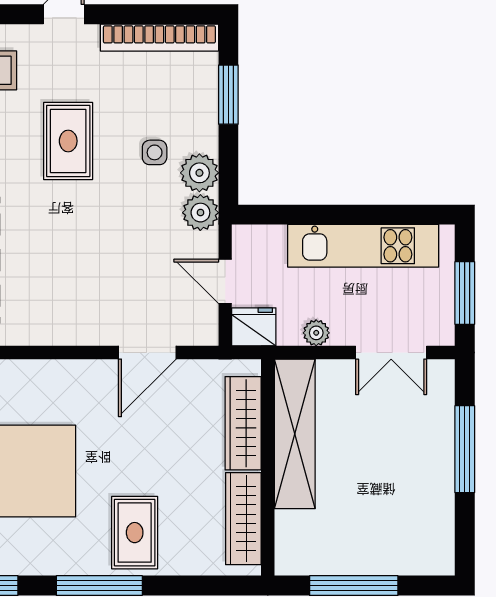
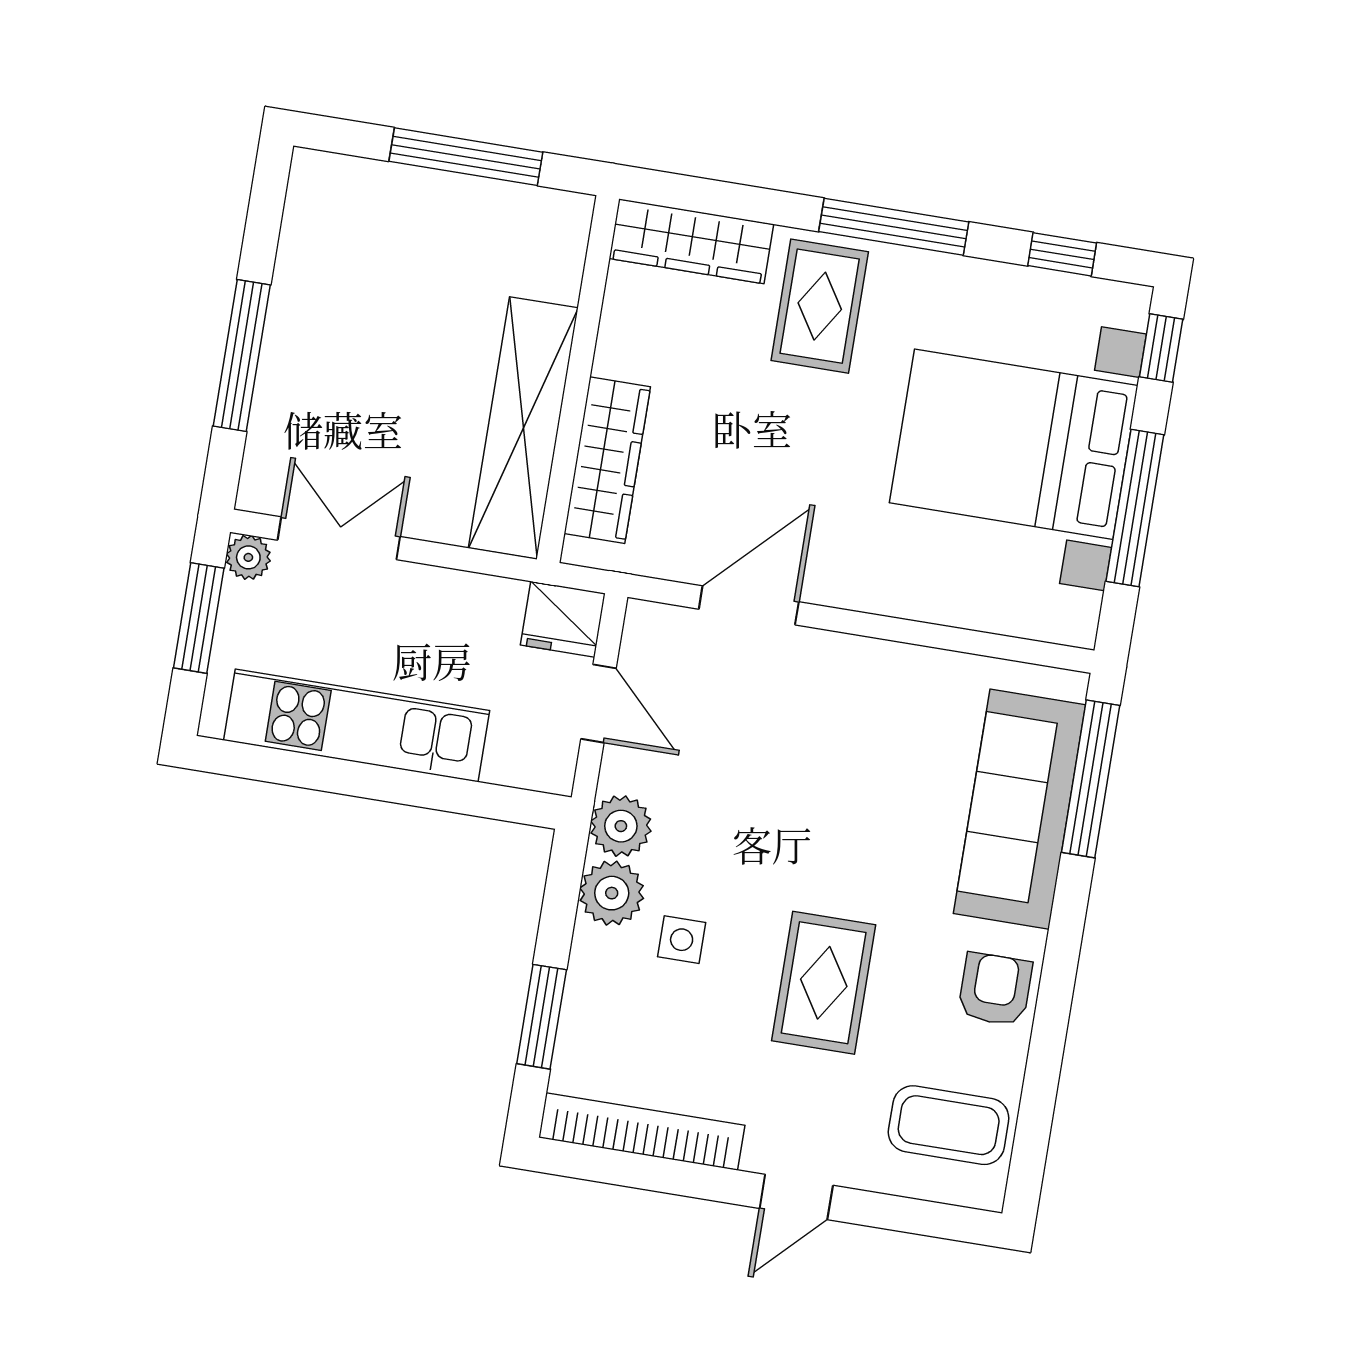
plant: (316, 333) -> (248, 557), moved
wardrobe: (243, 519) -> (691, 241), moved, turned 90

